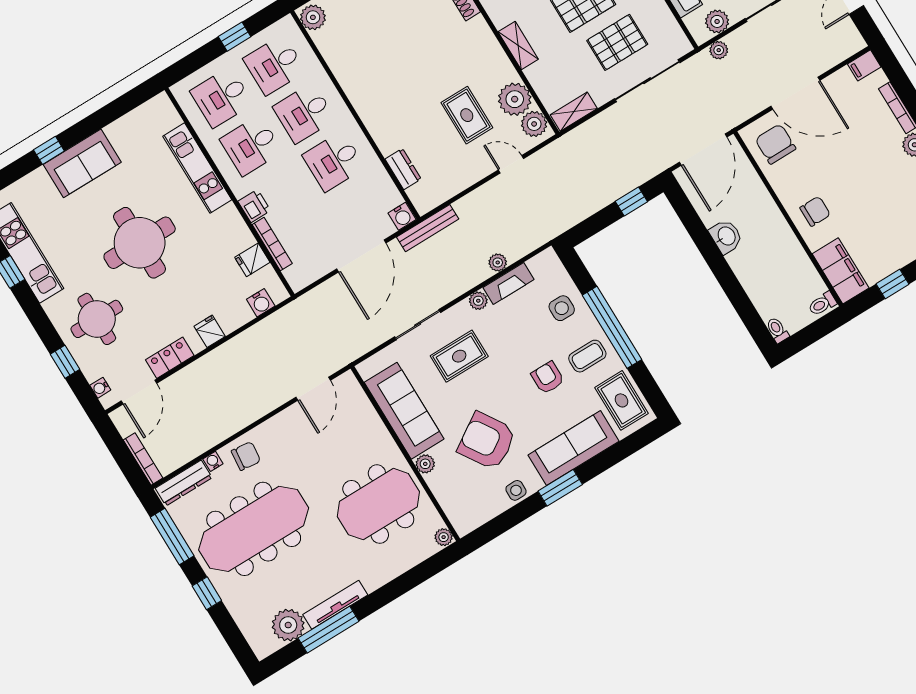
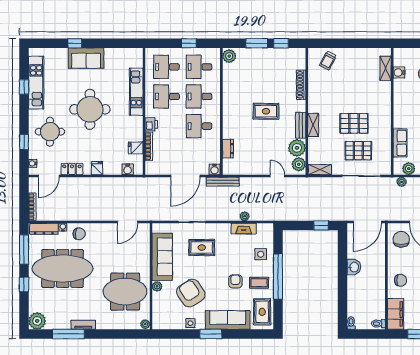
bench: (498, 59) -> (301, 125), added
rug: (467, 115) -> (266, 111), moved, turned 90
plant: (478, 301) -> (225, 228), removed
tv unit: (335, 605) -> (83, 325), width x0.71
plant: (288, 625) -> (37, 321), moved

